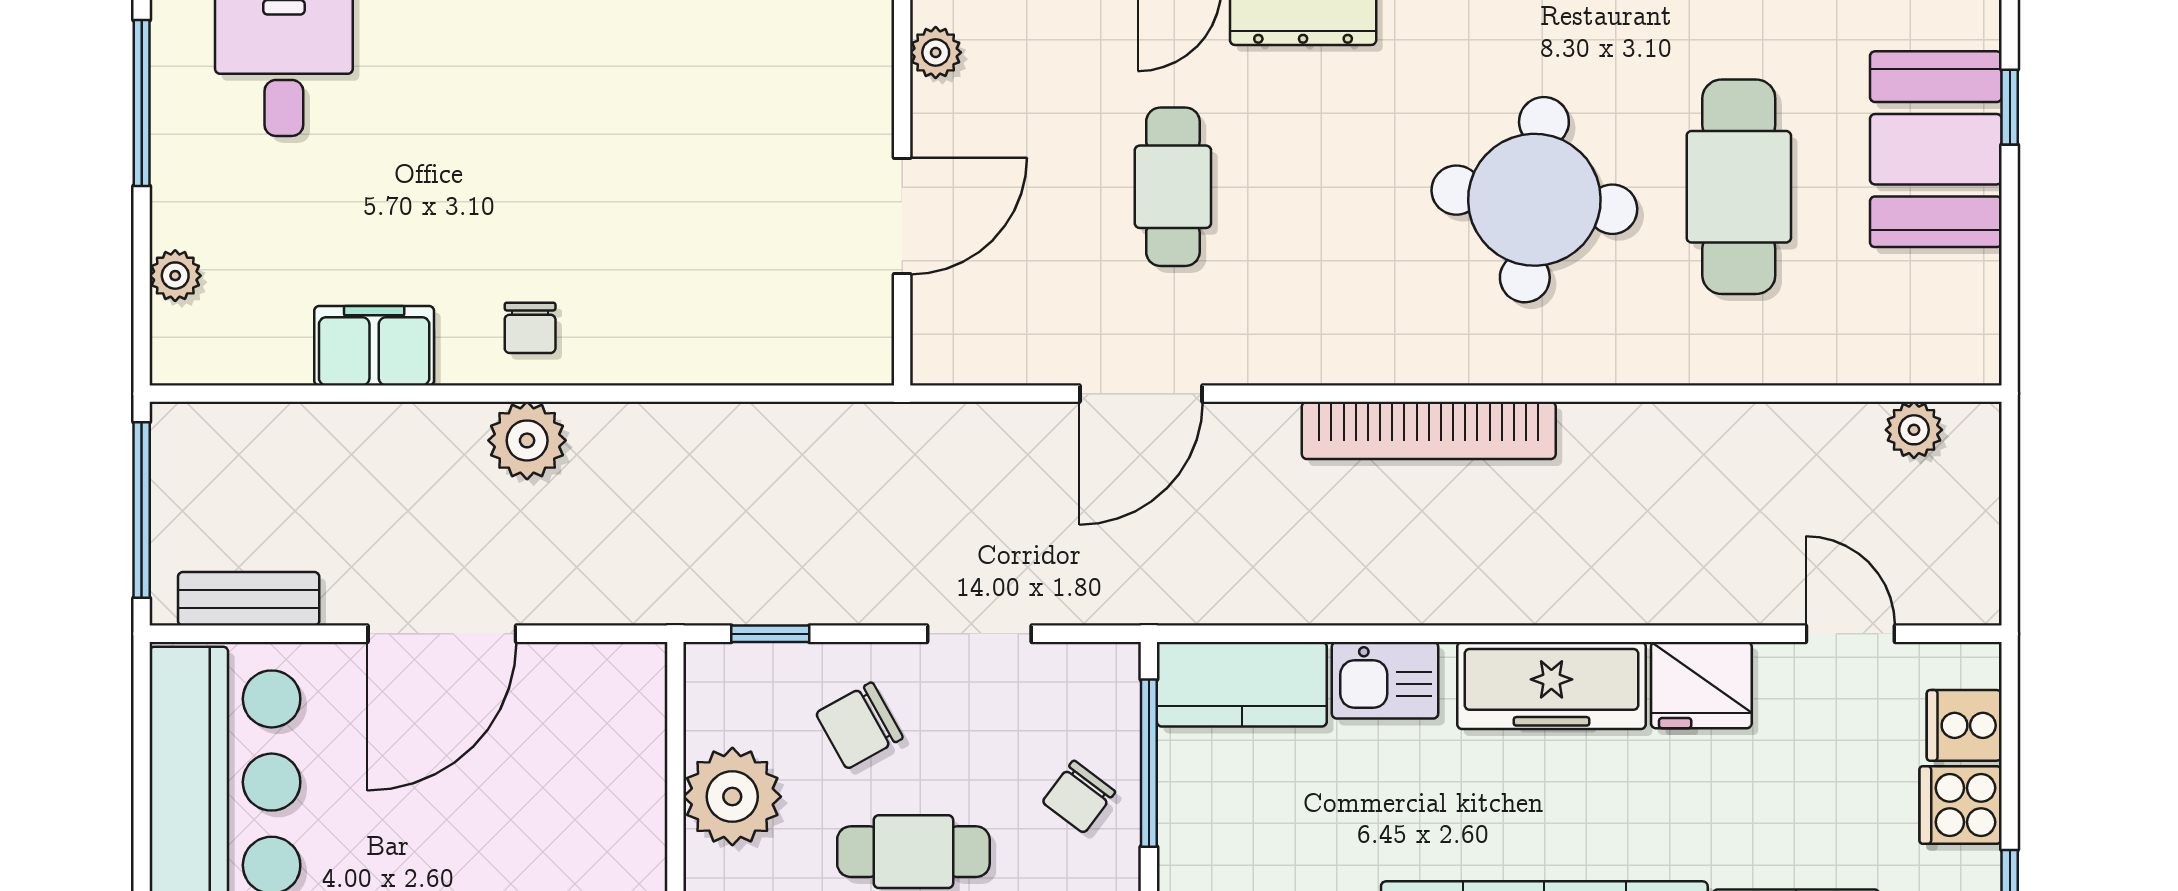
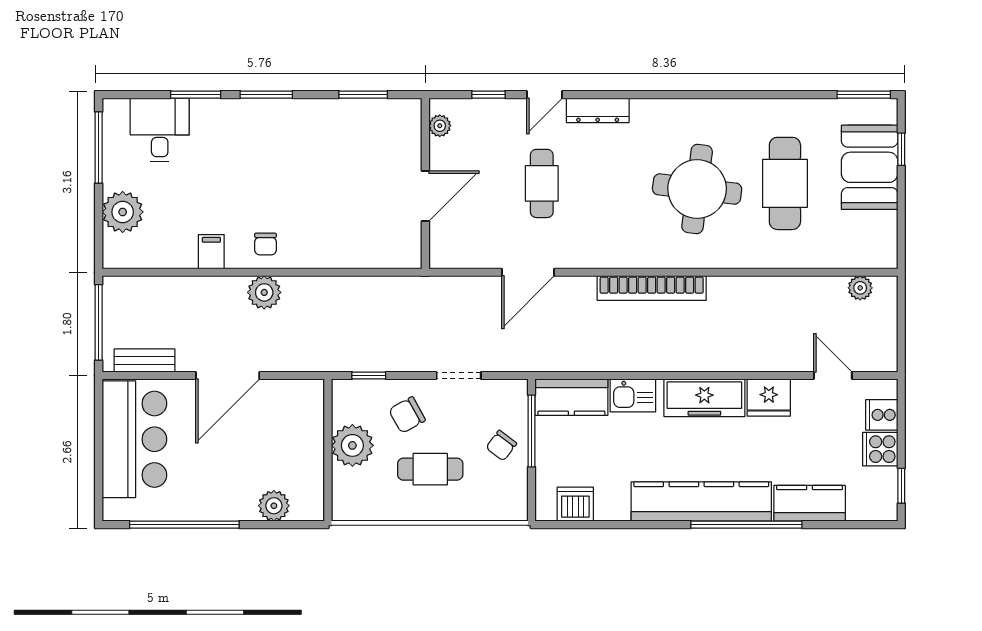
plant: (175, 276) -> (123, 212), width x1.88, depth x1.88
filing cabinet: (374, 346) -> (211, 252), width x0.50

